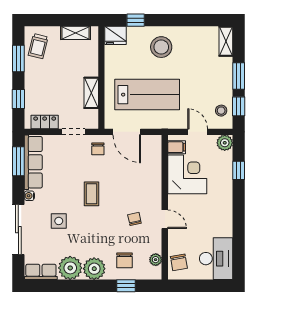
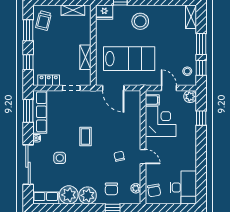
chair: (98, 149) -> (90, 101), removed

